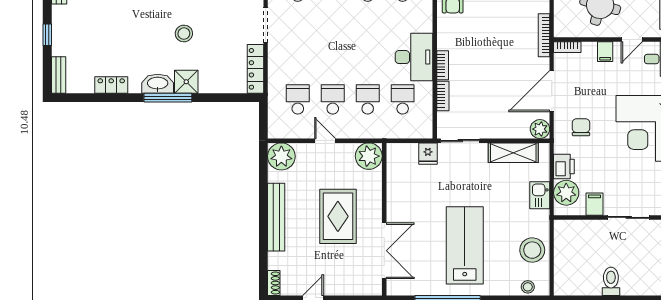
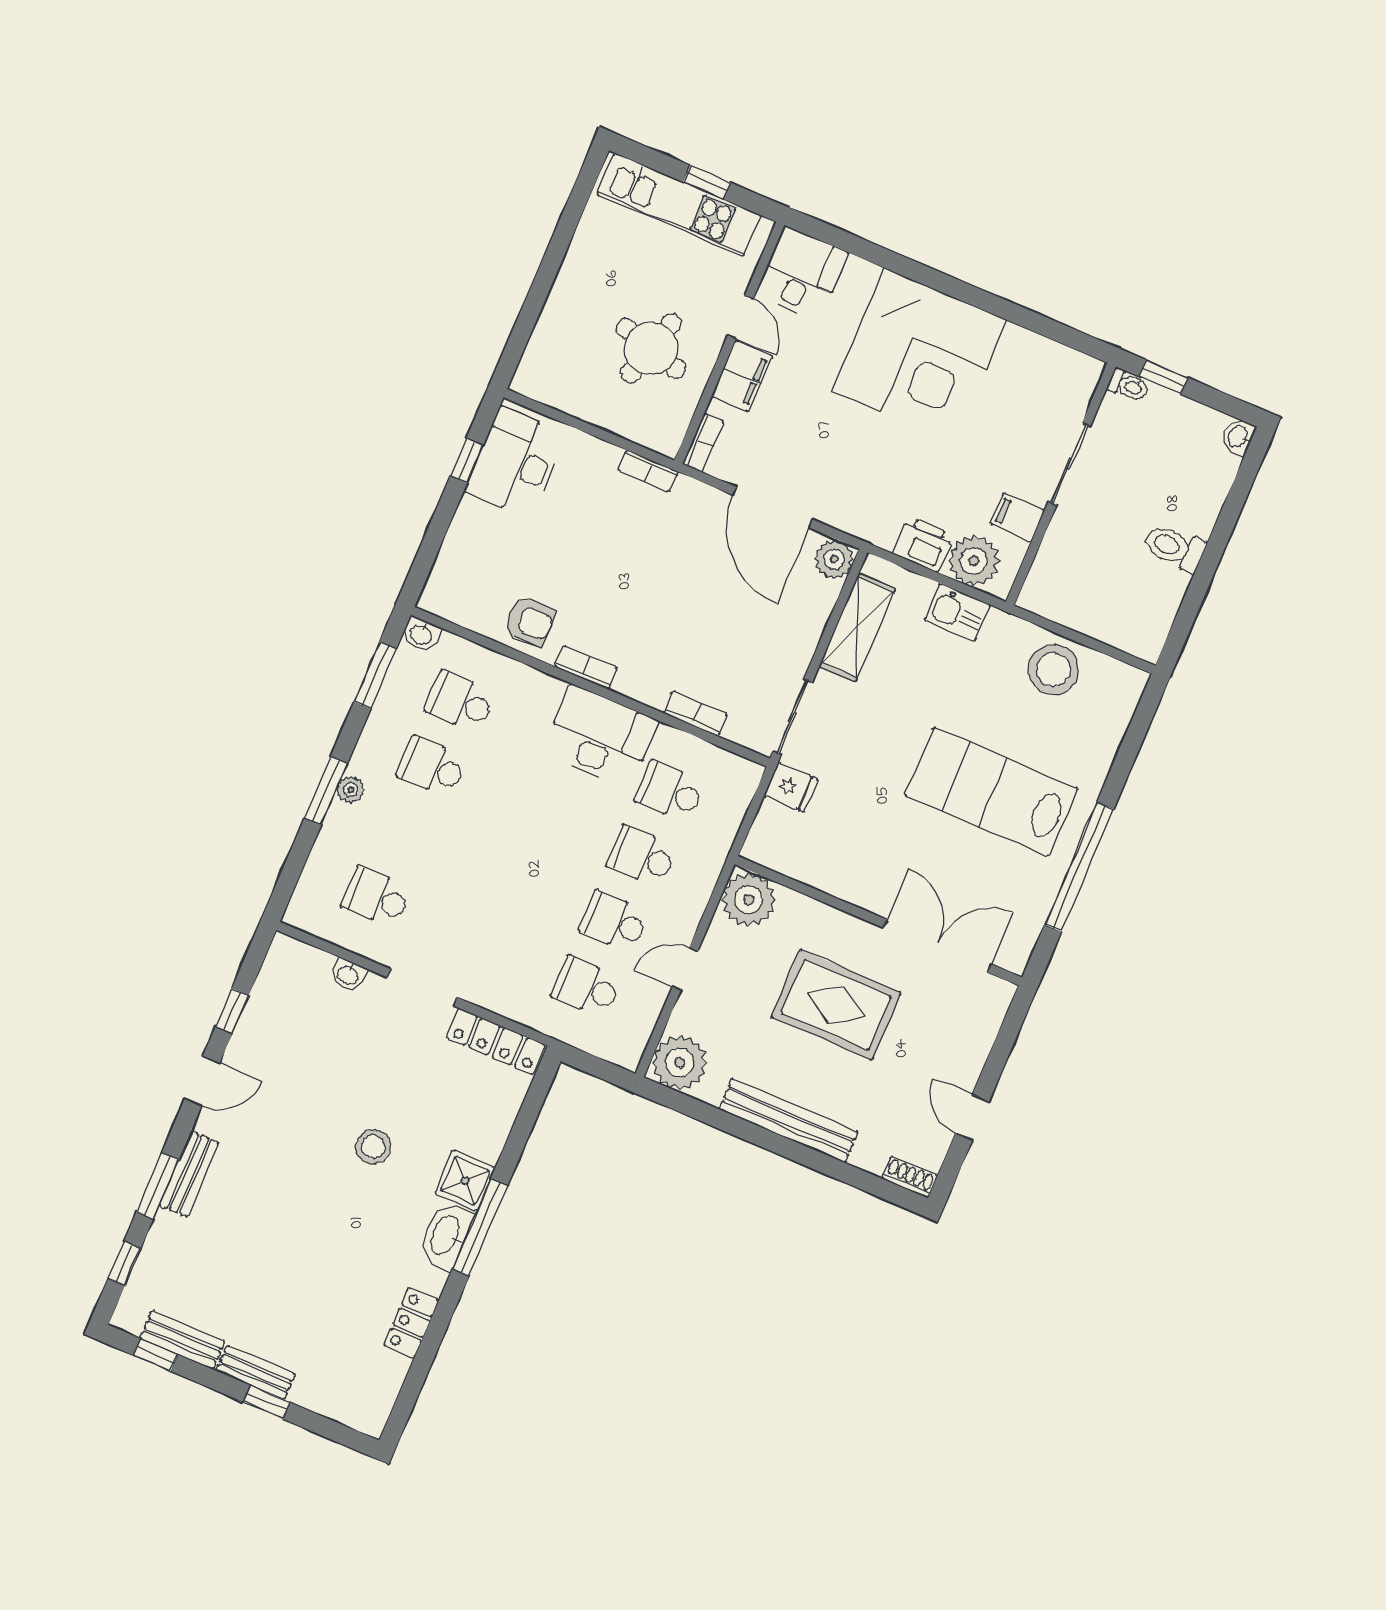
bookcase: (544, 35) -> (648, 471), width x0.64
filing cabinet: (605, 52) -> (742, 376), width x2.00
bookcase: (443, 65) -> (586, 667), moved
bench: (59, 75) -> (256, 1372), moved
chair: (581, 127) -> (863, 481), removed
stool: (528, 287) -> (1119, 707), removed

